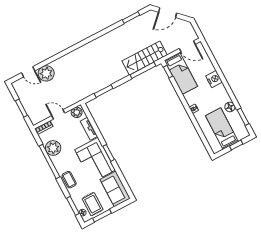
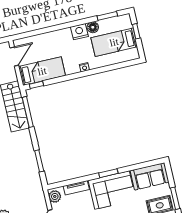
nightstand: (214, 79) -> (79, 32), moved

